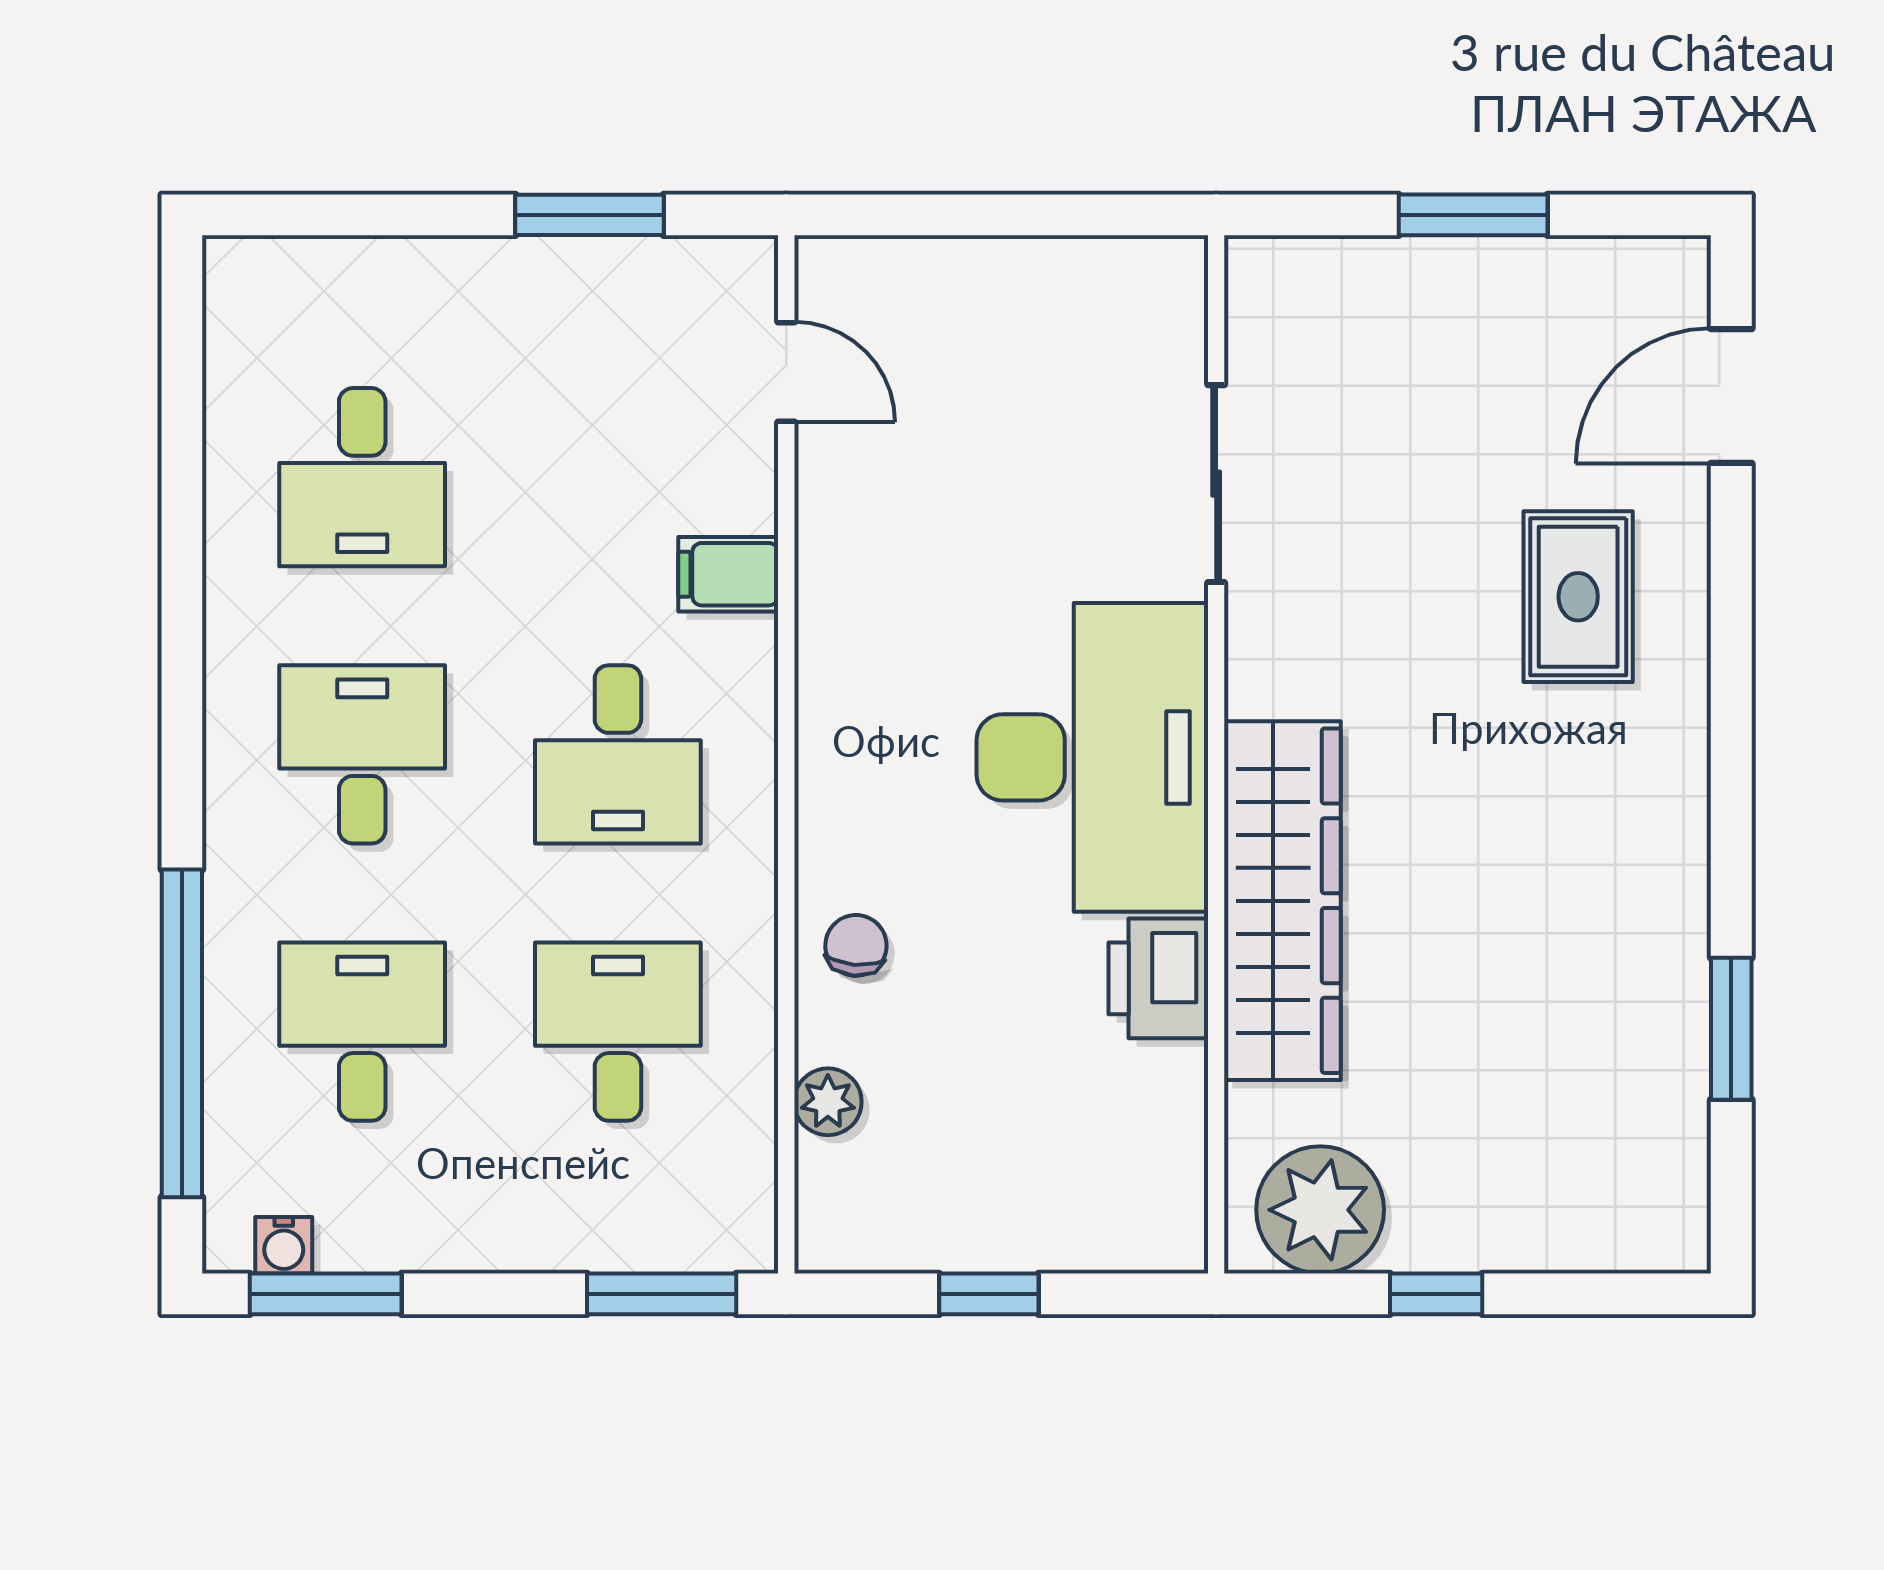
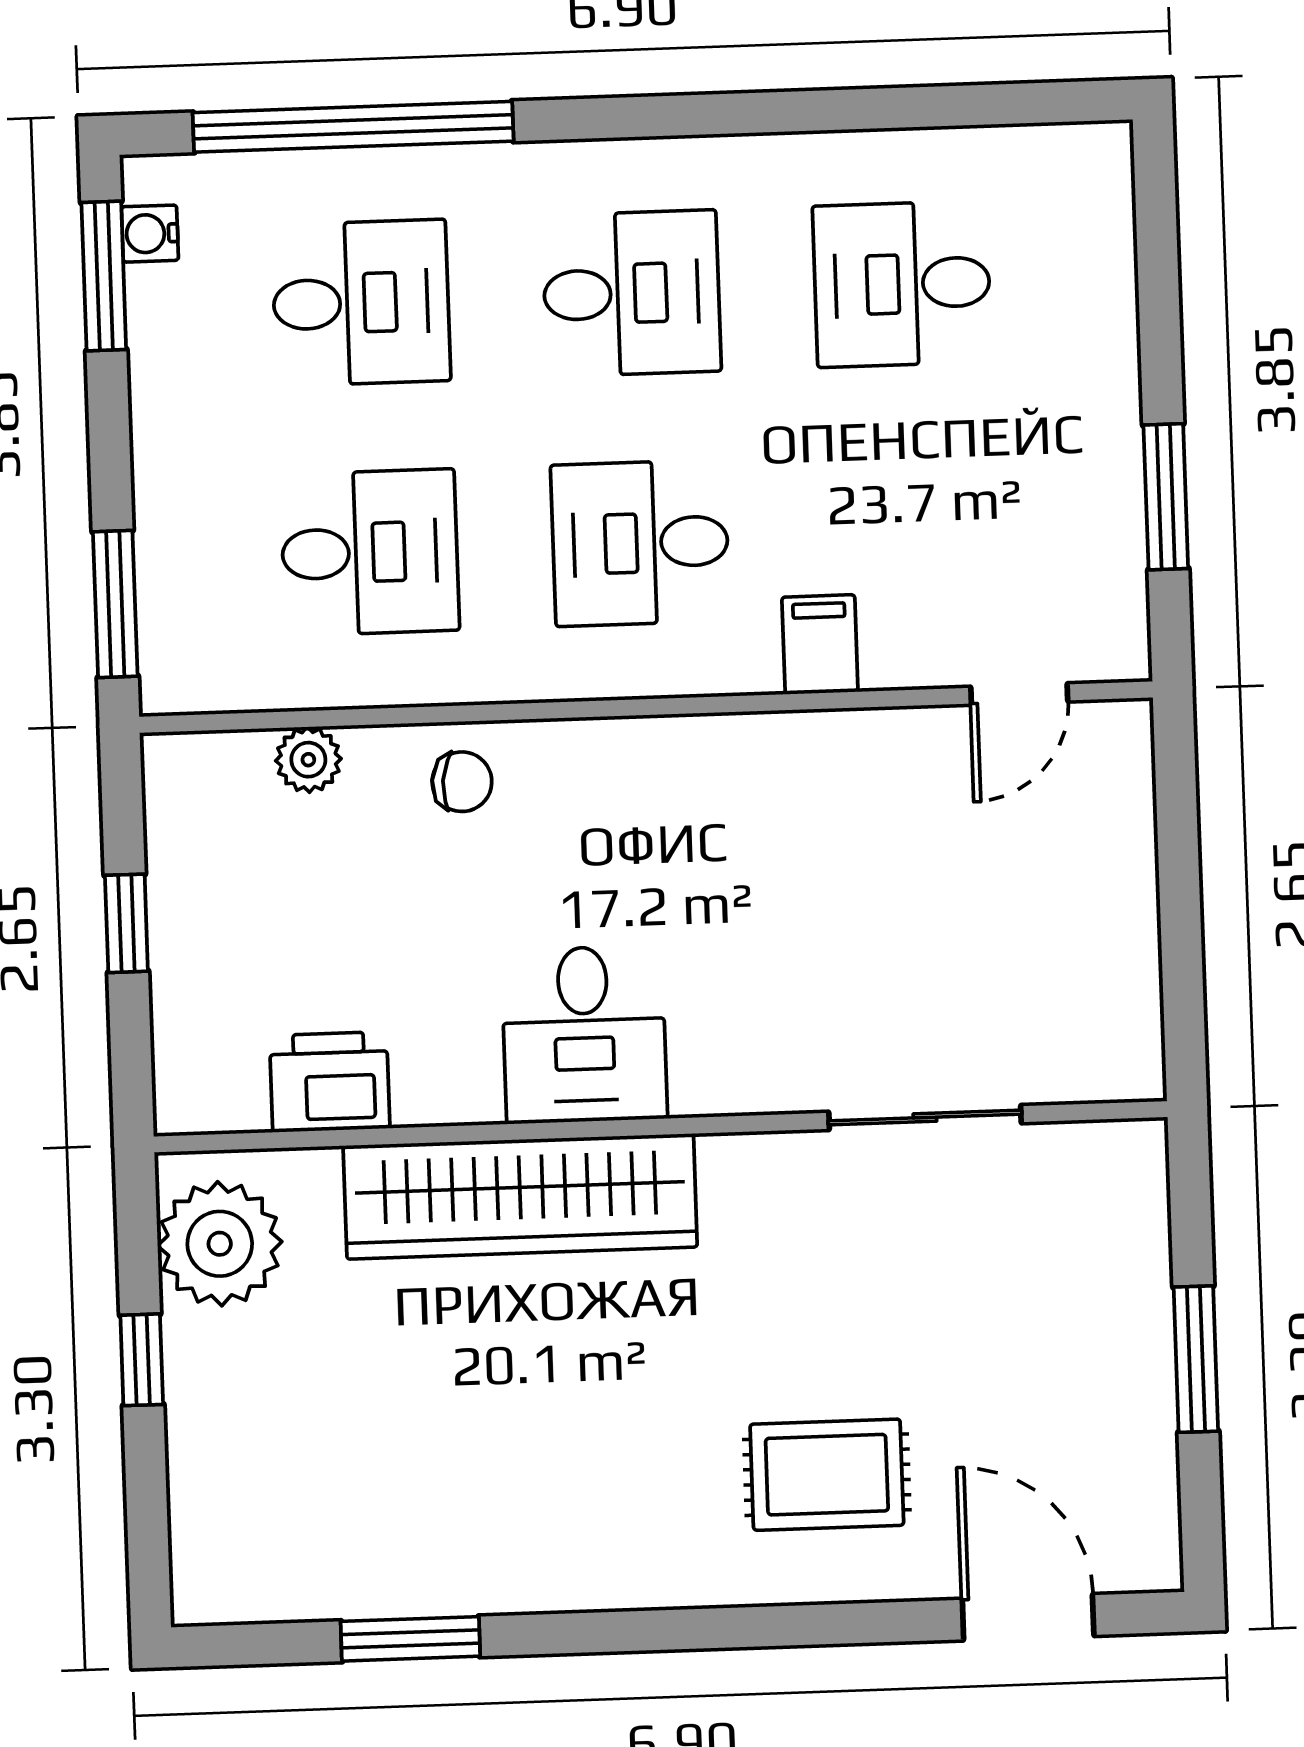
desk: (1092, 757) -> (584, 1035), width x0.53, depth x0.77
printer: (1158, 978) -> (330, 1082), moved

